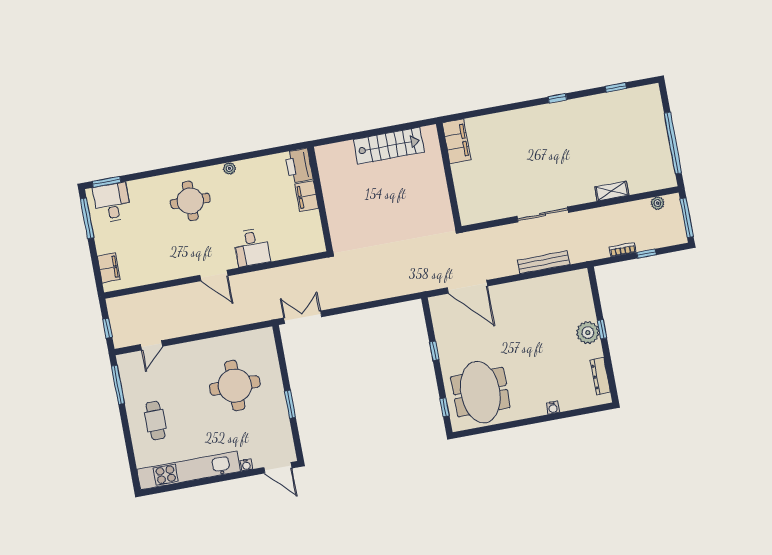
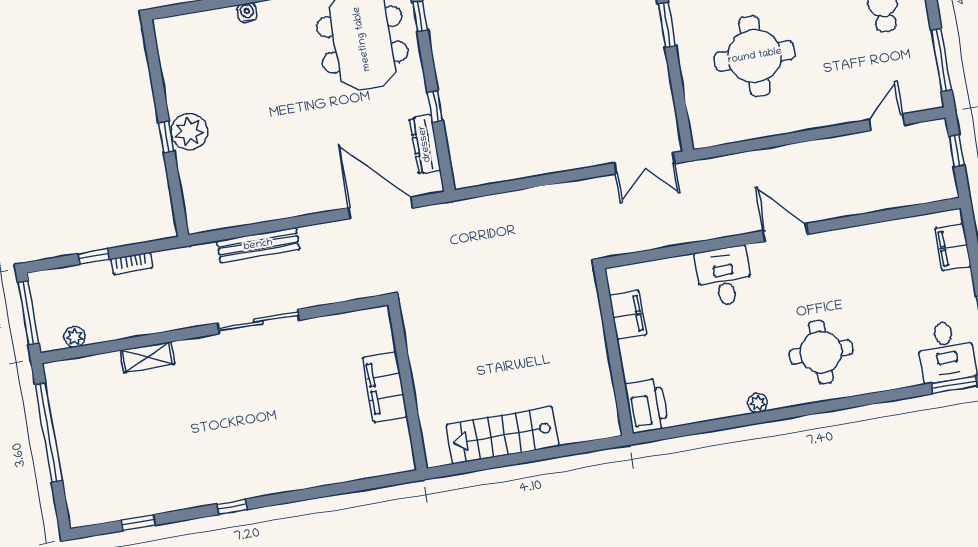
filing cabinet: (457, 141) -> (385, 387), moved
filing cabinet: (307, 196) -> (628, 315), moved
dresser: (600, 376) -> (425, 144), moved, turned 180

